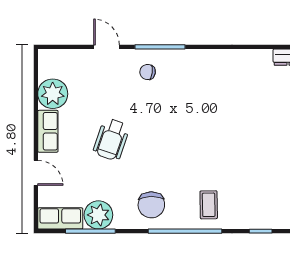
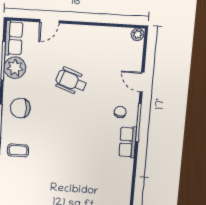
door: (107, 47) -> (142, 82), swing flipped
plant: (53, 94) -> (138, 34), moved, width x0.53, depth x0.53
row of seats: (48, 131) -> (128, 142), moved, turned 90

